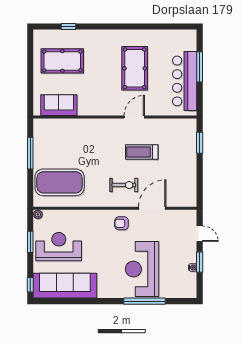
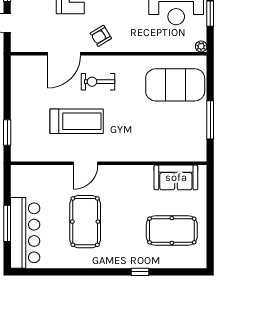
window: (69, 26) -> (140, 272), moved
bar counter: (185, 81) -> (25, 233), moved
treadmill: (142, 152) -> (77, 121), width x1.37, depth x1.38
armchair: (122, 223) -> (101, 36), turned 149

